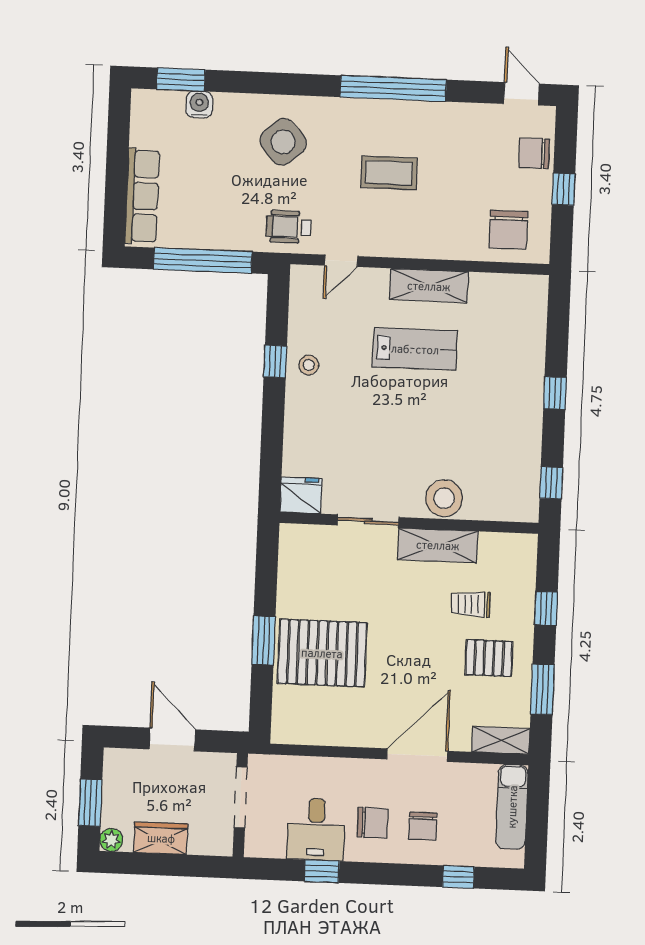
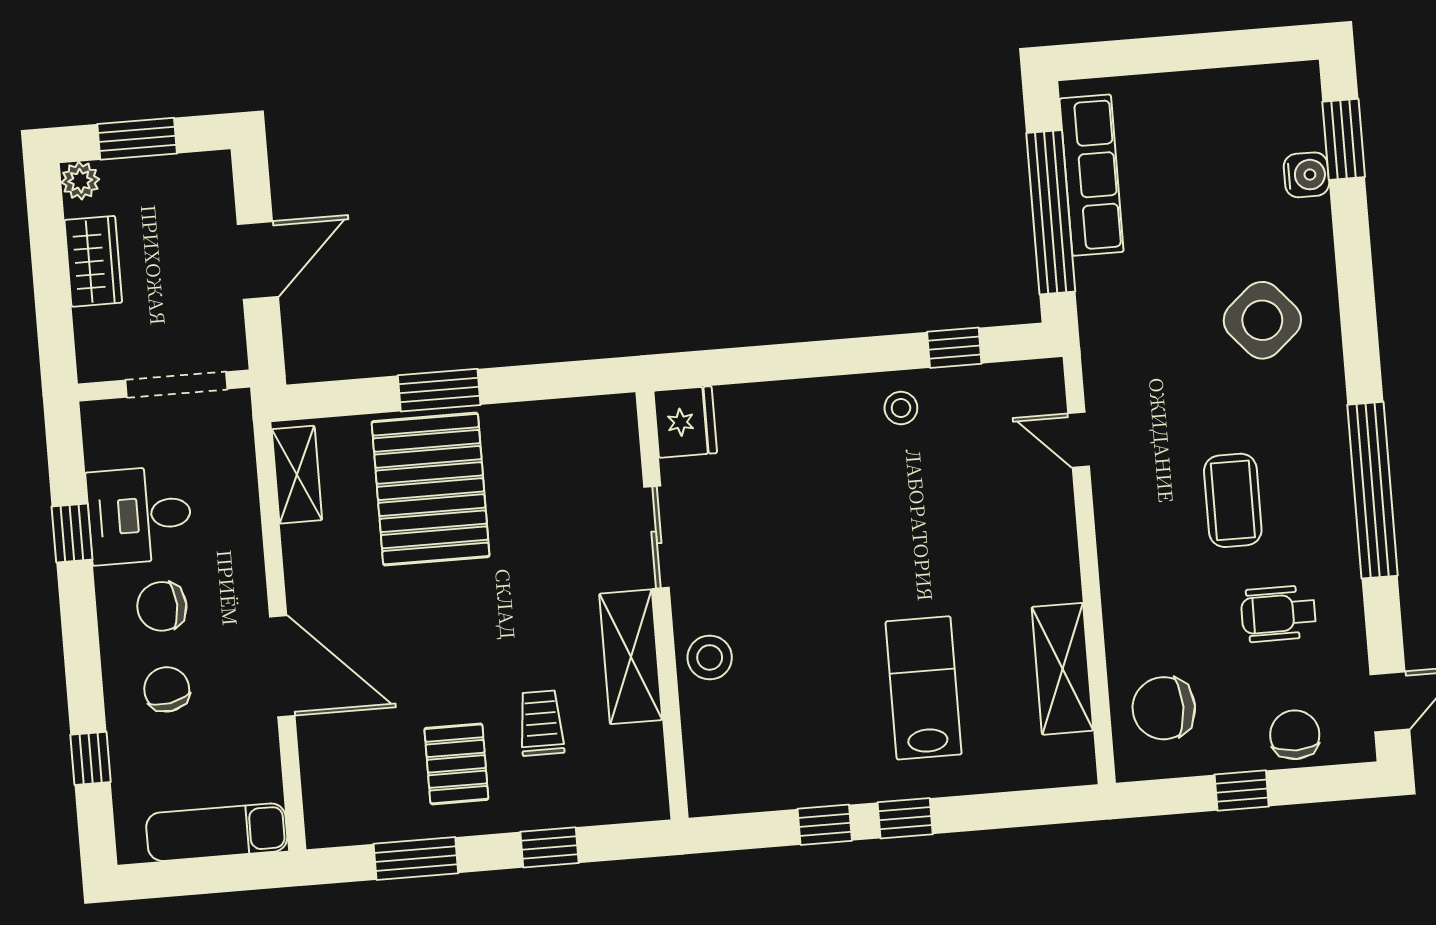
row of seats: (142, 196) -> (1092, 175), moved, turned -90
wheelchair: (288, 227) -> (1278, 614), moved, turned -90
shelving: (429, 286) -> (1063, 669), moved
lab bench: (415, 349) -> (924, 688), moved, turned 180
window: (275, 361) -> (954, 348), moved
window: (551, 483) -> (825, 825), moved
stool: (444, 498) -> (710, 657), width x0.73, depth x0.73
shelving: (501, 740) -> (297, 475), moved
chair: (373, 823) -> (162, 606), turned 88
chair: (423, 826) -> (167, 689), turned 80

